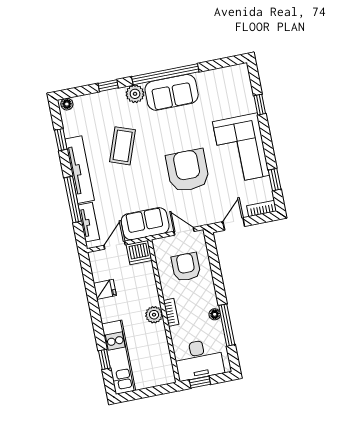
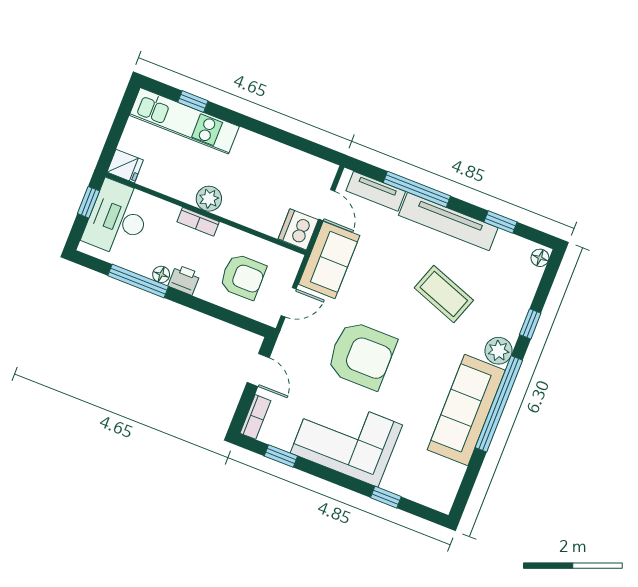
sofa: (172, 92) -> (466, 410), width x1.36
fridge: (105, 289) -> (125, 166), moved, turned -90
printer: (209, 299) -> (184, 280), added

